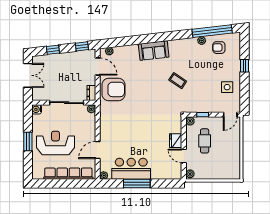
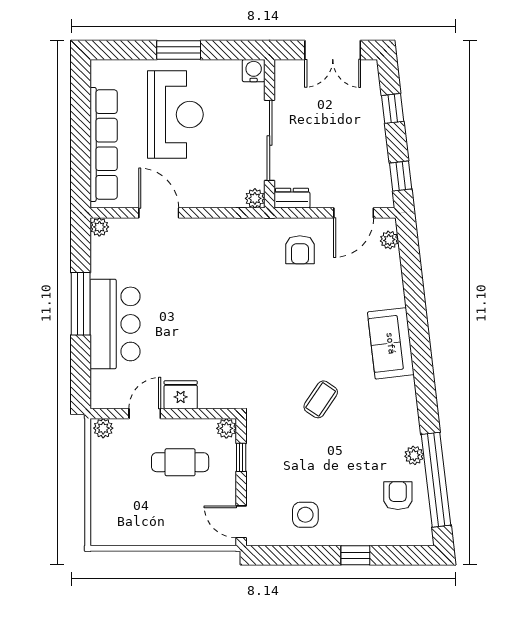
armchair: (113, 89) -> (300, 250), width x0.53, depth x0.53
bar counter: (131, 169) -> (115, 324), moved

